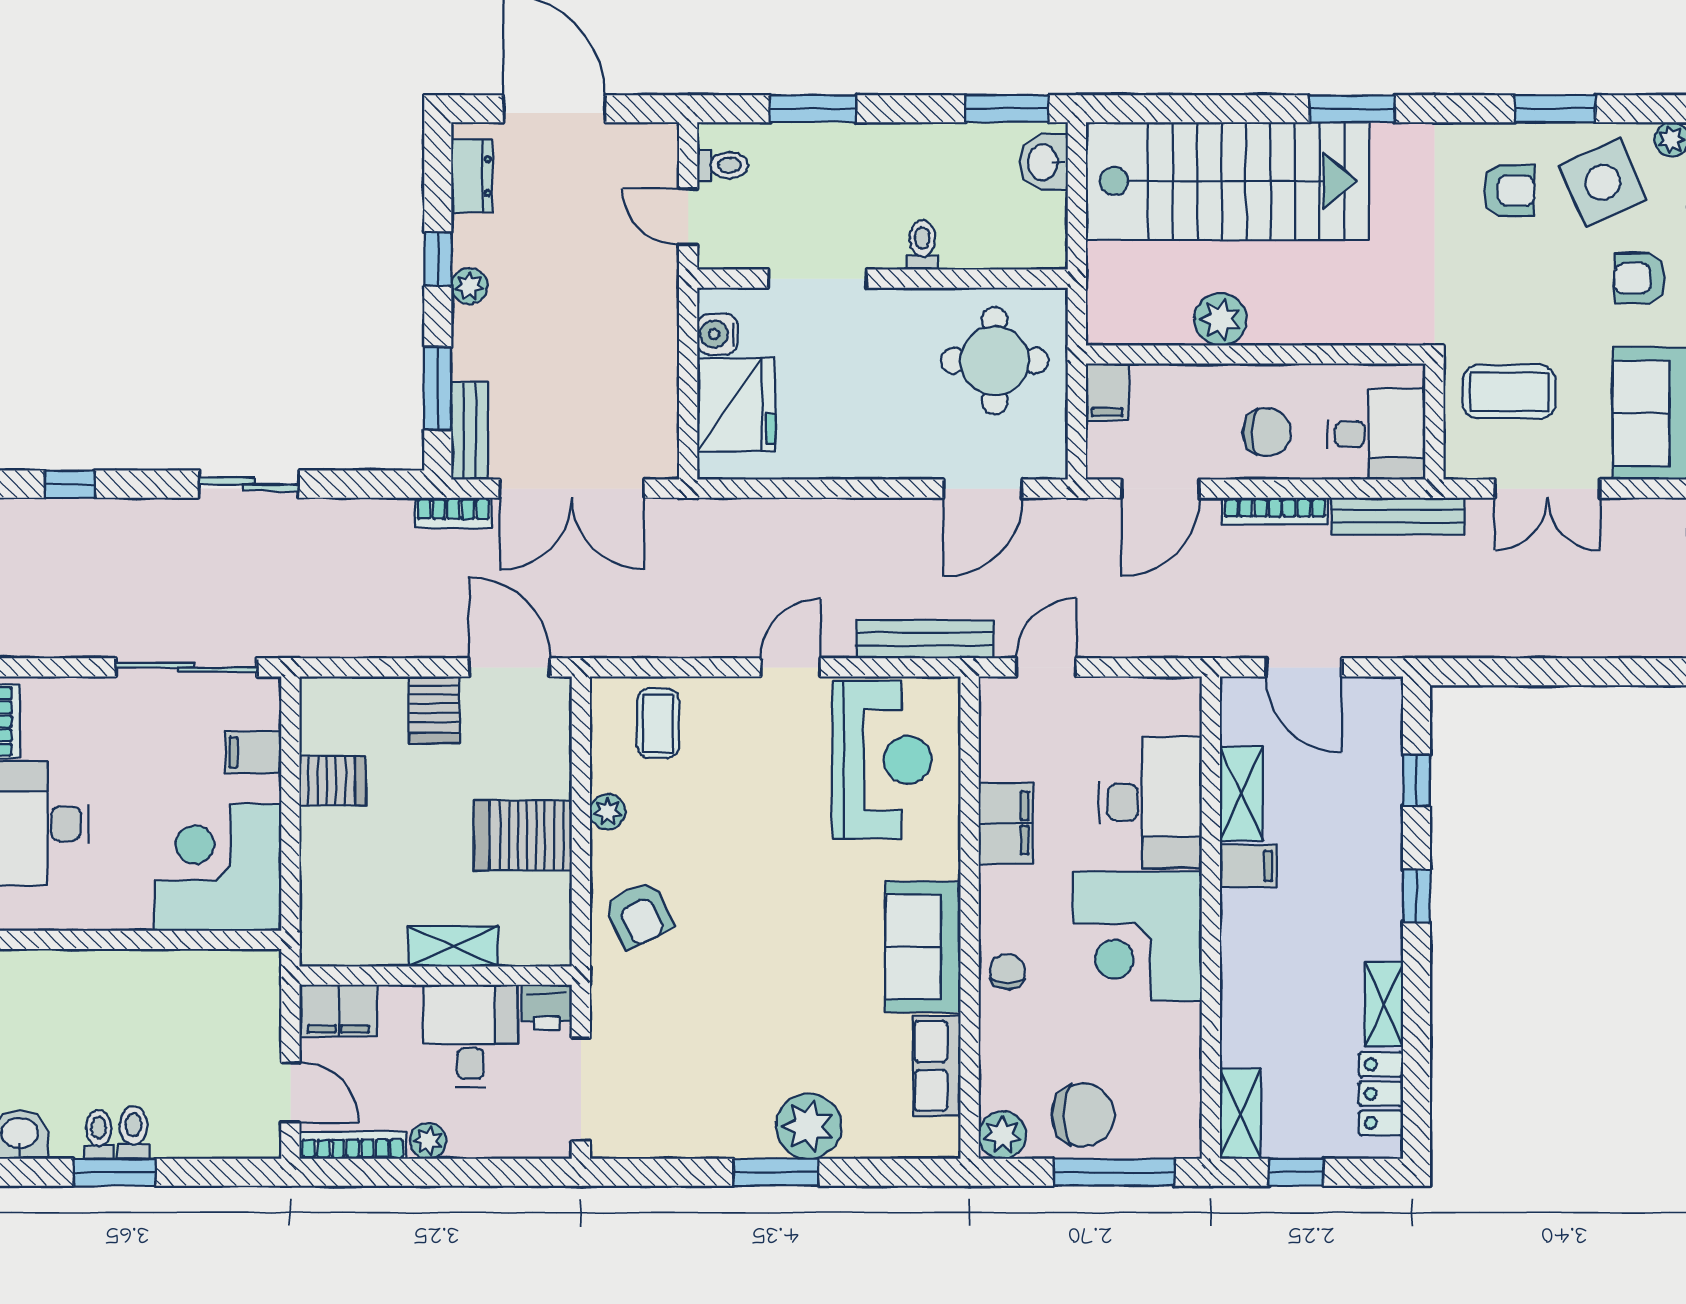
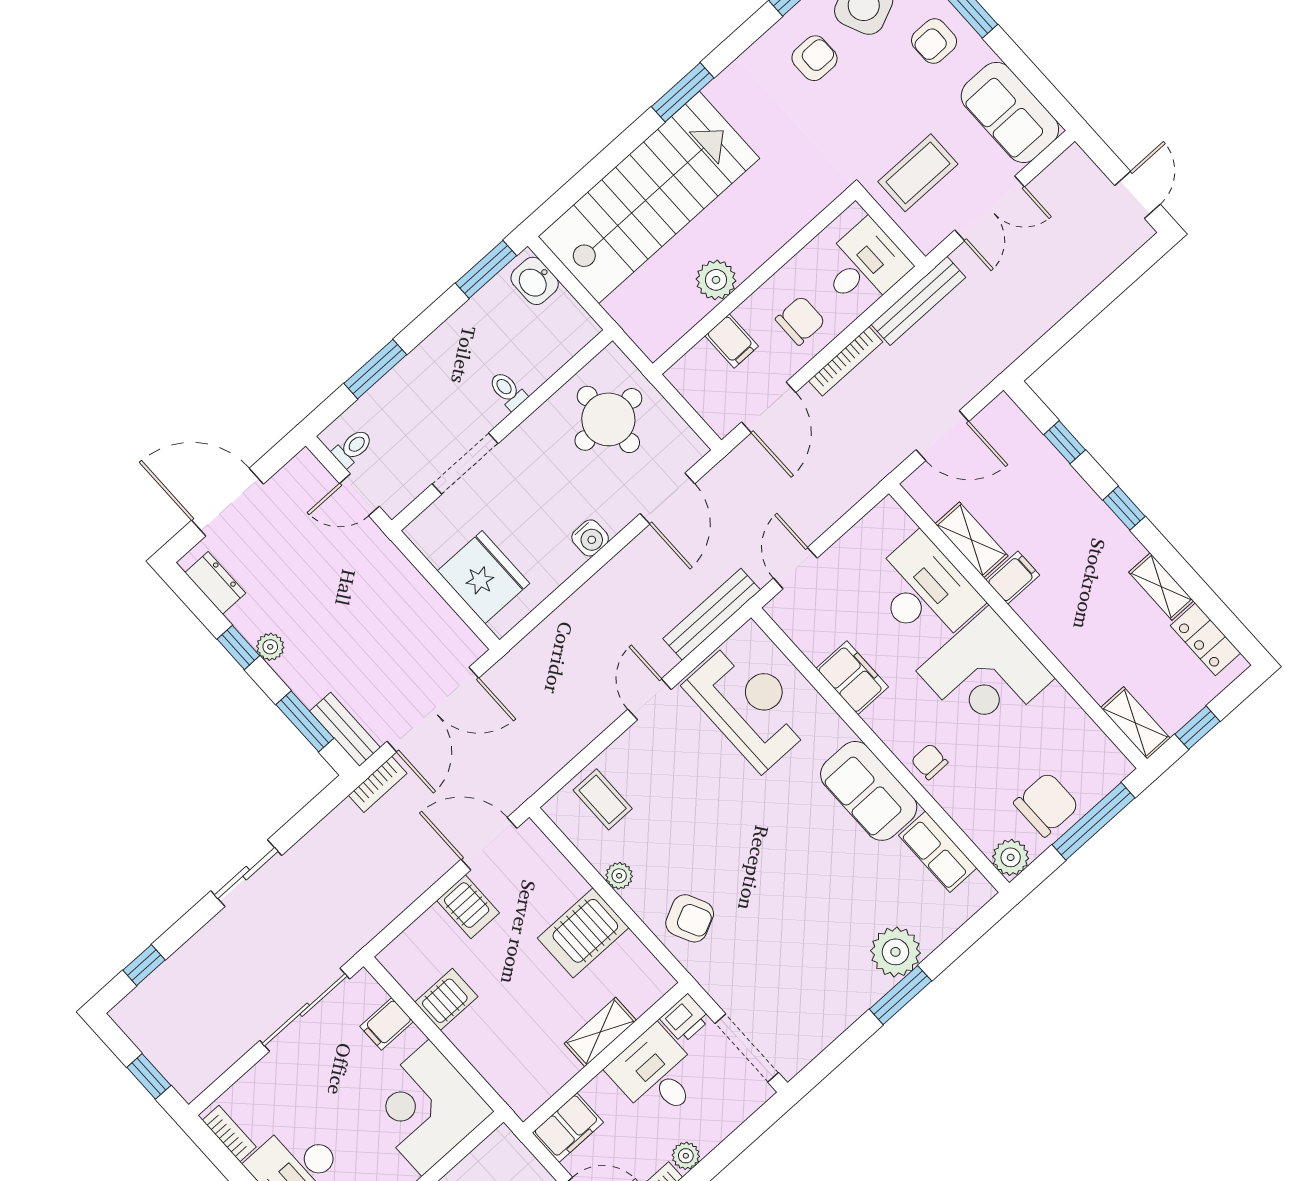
water cooler: (717, 334) -> (590, 538), moved, turned -90
filing cabinet: (1107, 392) -> (732, 341), moved

